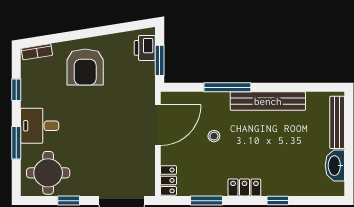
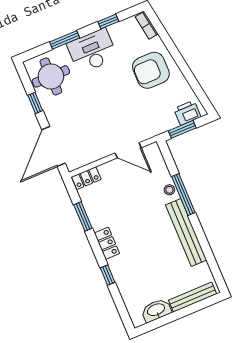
door: (158, 125) -> (128, 150), width x0.73
desk: (40, 126) -> (92, 51), width x1.37
stool: (214, 136) -> (169, 190), moved

